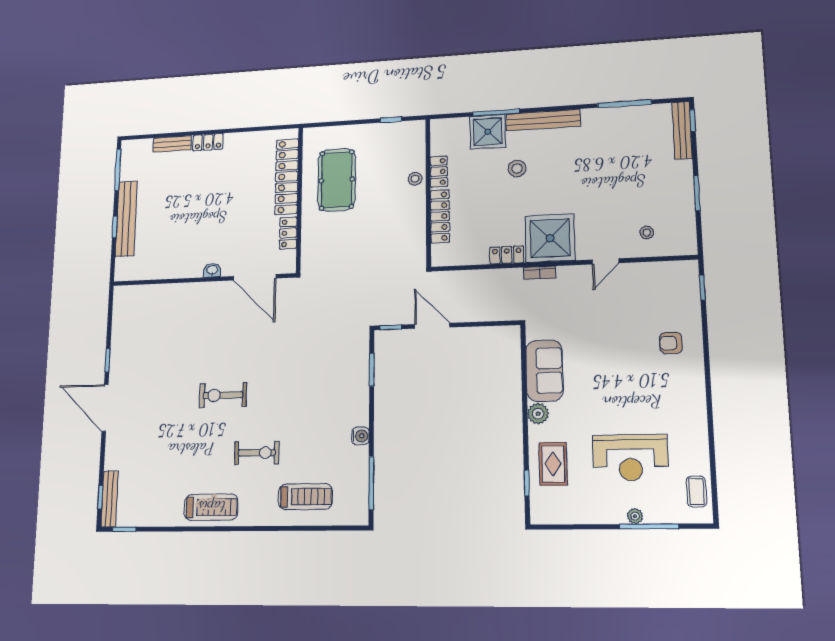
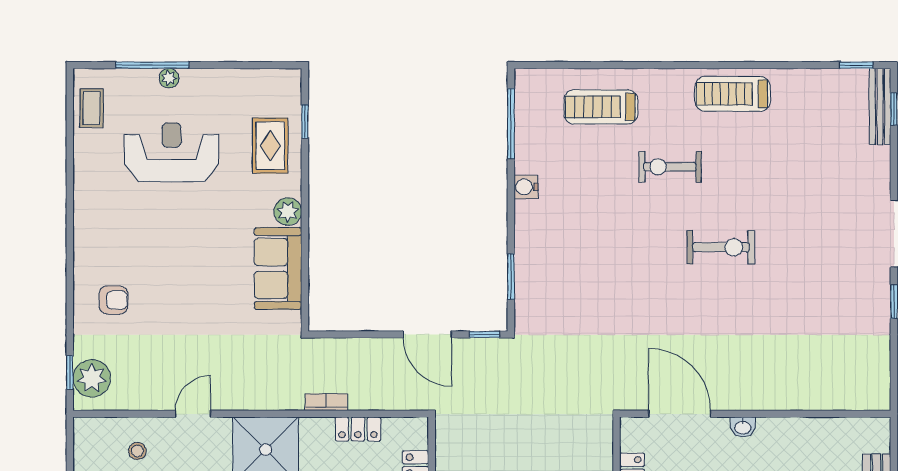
locker: (507, 255) -> (358, 429), moved
bookcase: (539, 273) -> (326, 402), moved
plant: (685, 284) -> (92, 378), added

